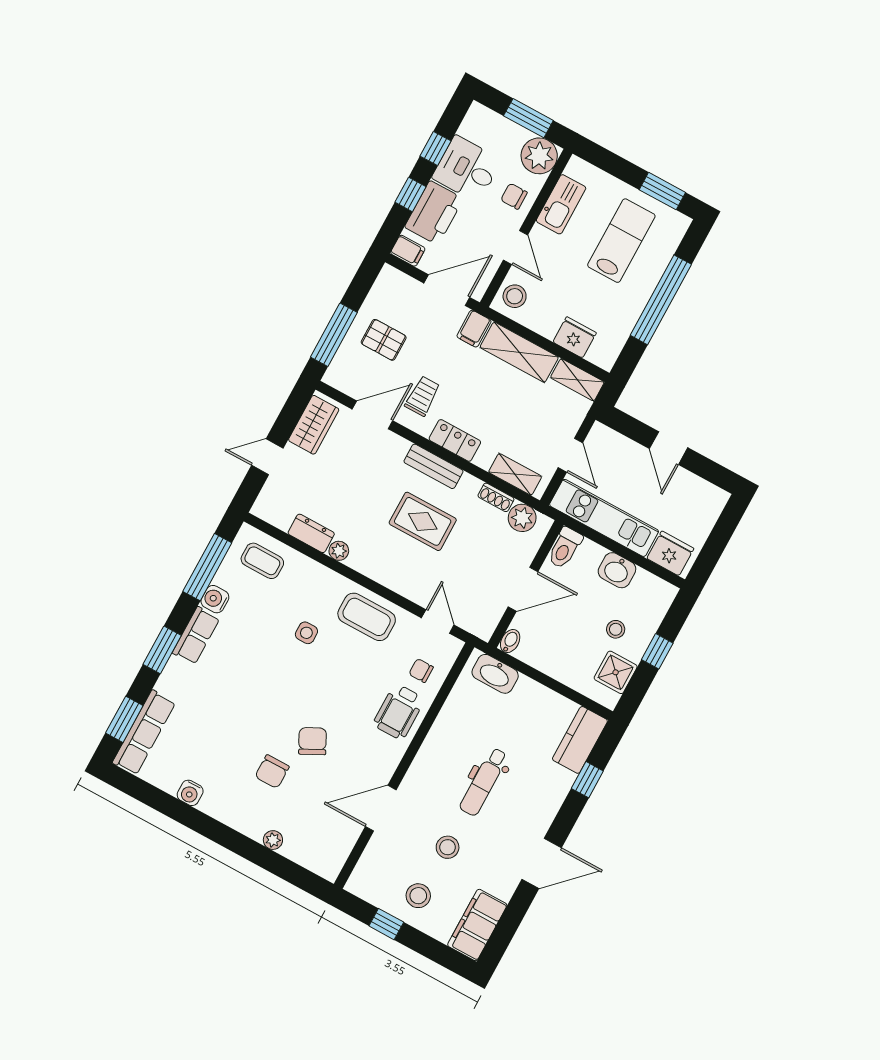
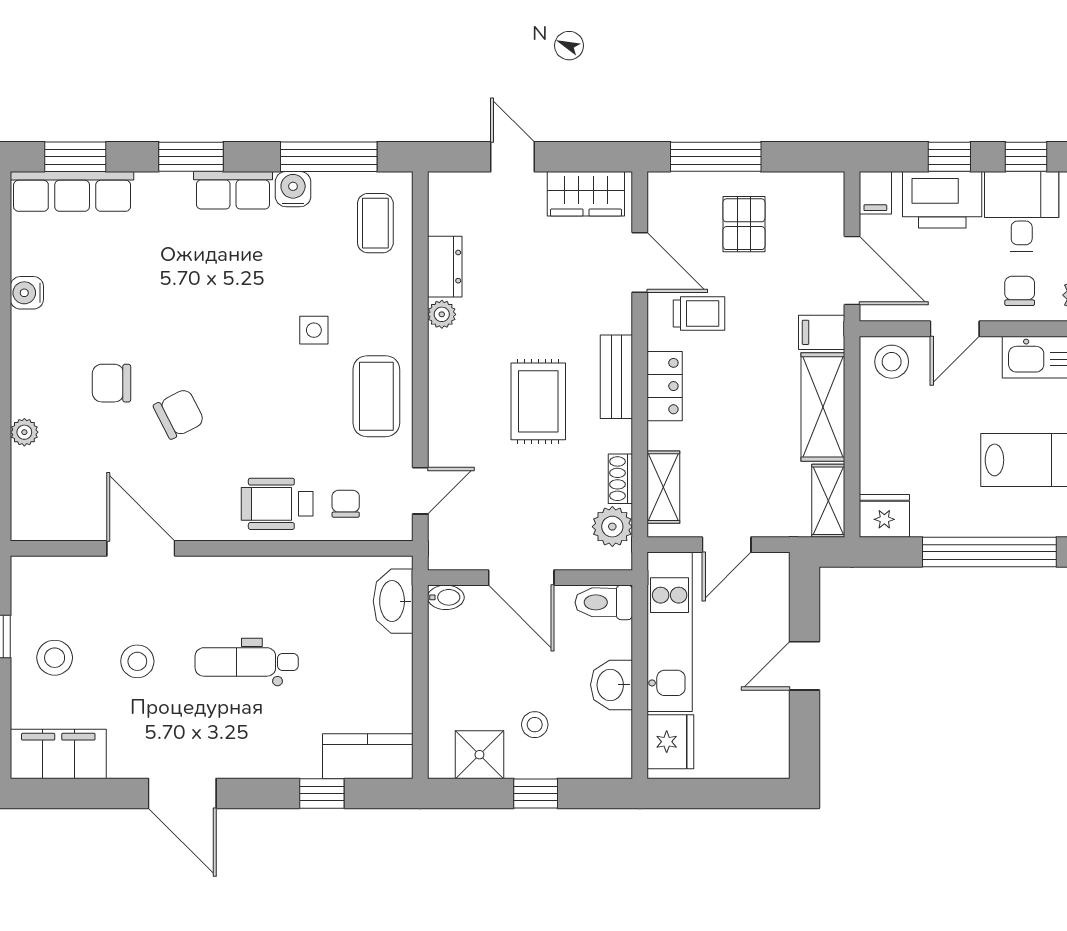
fridge: (575, 337) -> (884, 516), moved, turned -90

